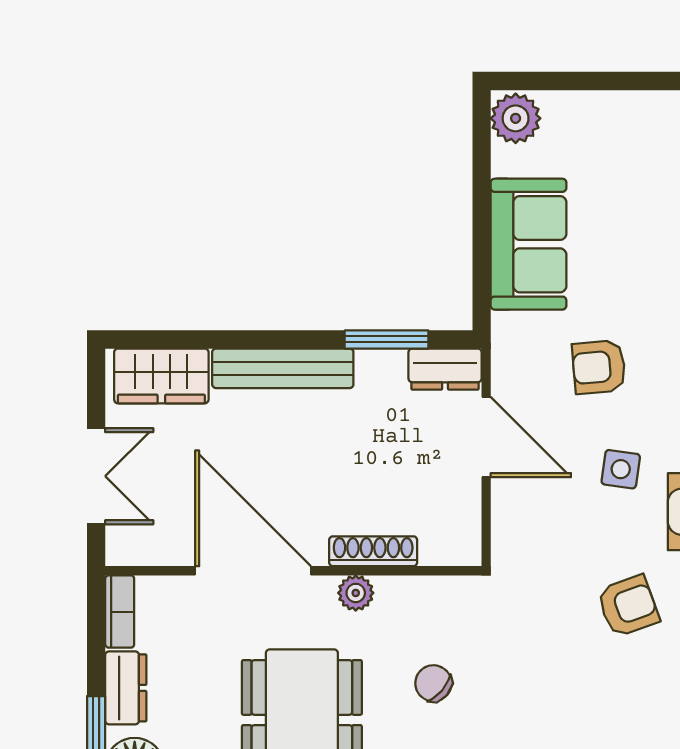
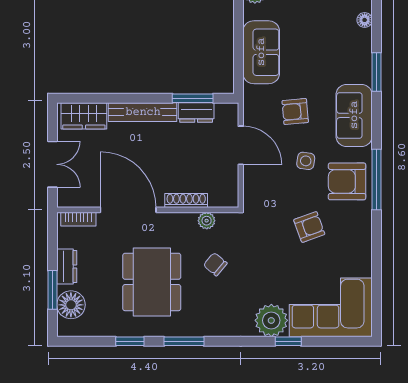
dresser: (445, 369) -> (196, 113), moved
plant: (356, 593) -> (207, 221), moved
bookcase: (120, 612) -> (78, 219), moved, turned 90

